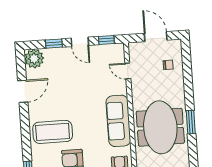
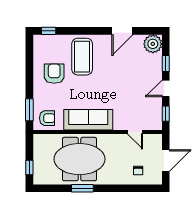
door: (128, 71) -> (135, 132), swing flipped
door: (23, 91) -> (122, 31), hinge flipped

